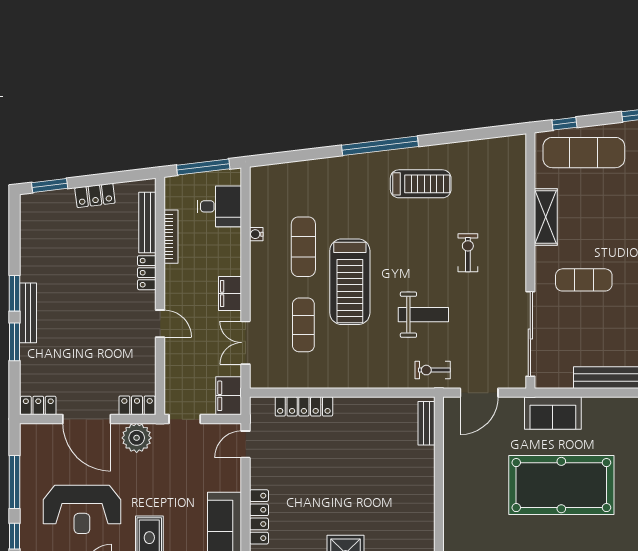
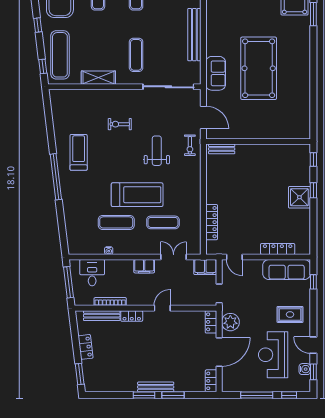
double door: (246, 343) -> (174, 257), swing flipped
reception desk: (82, 509) -> (273, 355), turned 180

